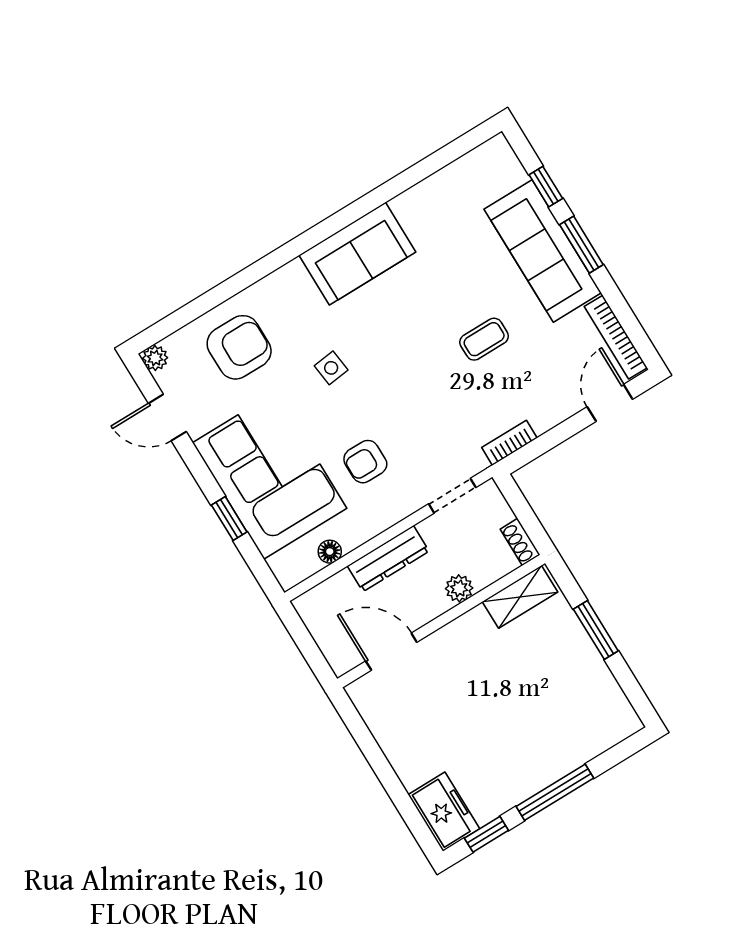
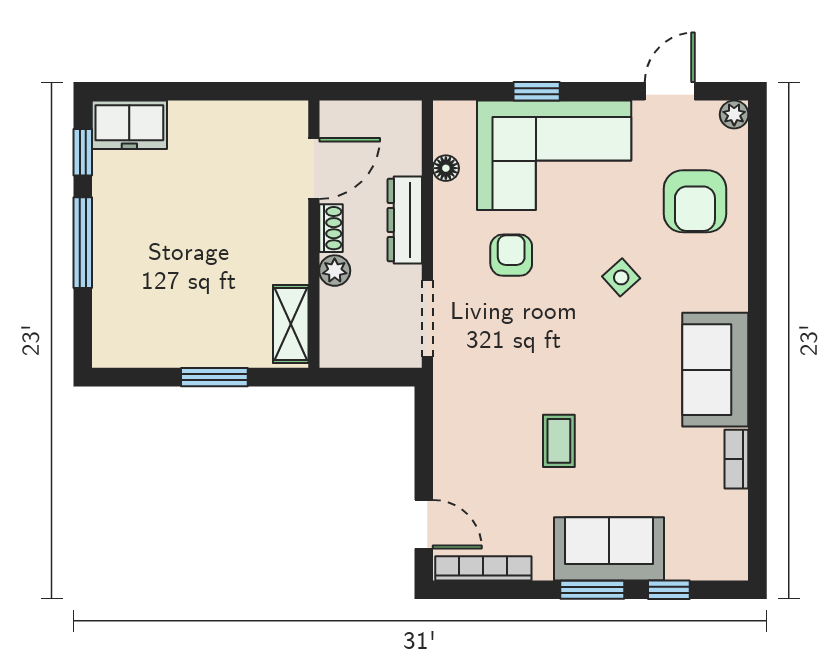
sofa: (543, 251) -> (609, 549), width x0.73
side table: (331, 368) -> (621, 277), turned -35
bookcase: (509, 443) -> (736, 459), moved, turned 180
doorway: (452, 496) -> (427, 318), width x1.38
shoe rack: (520, 542) -> (331, 228), moved, turned 90

